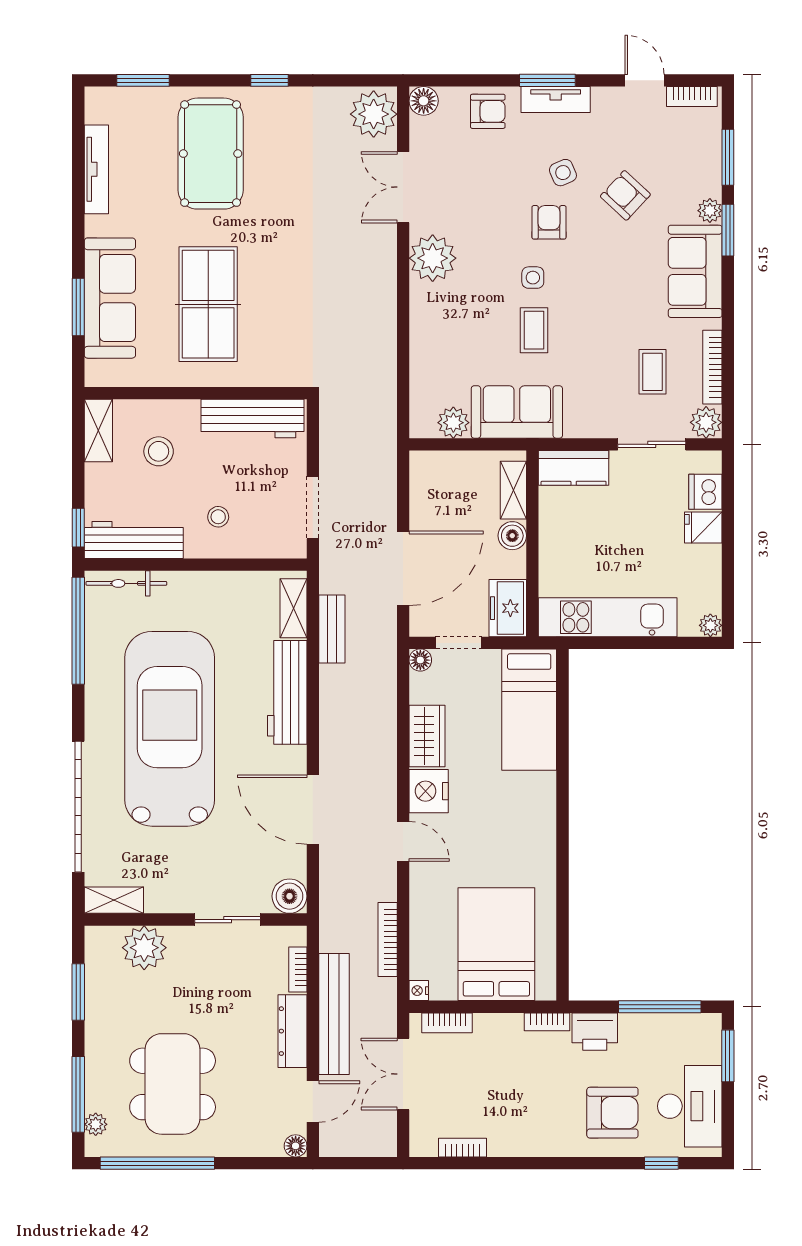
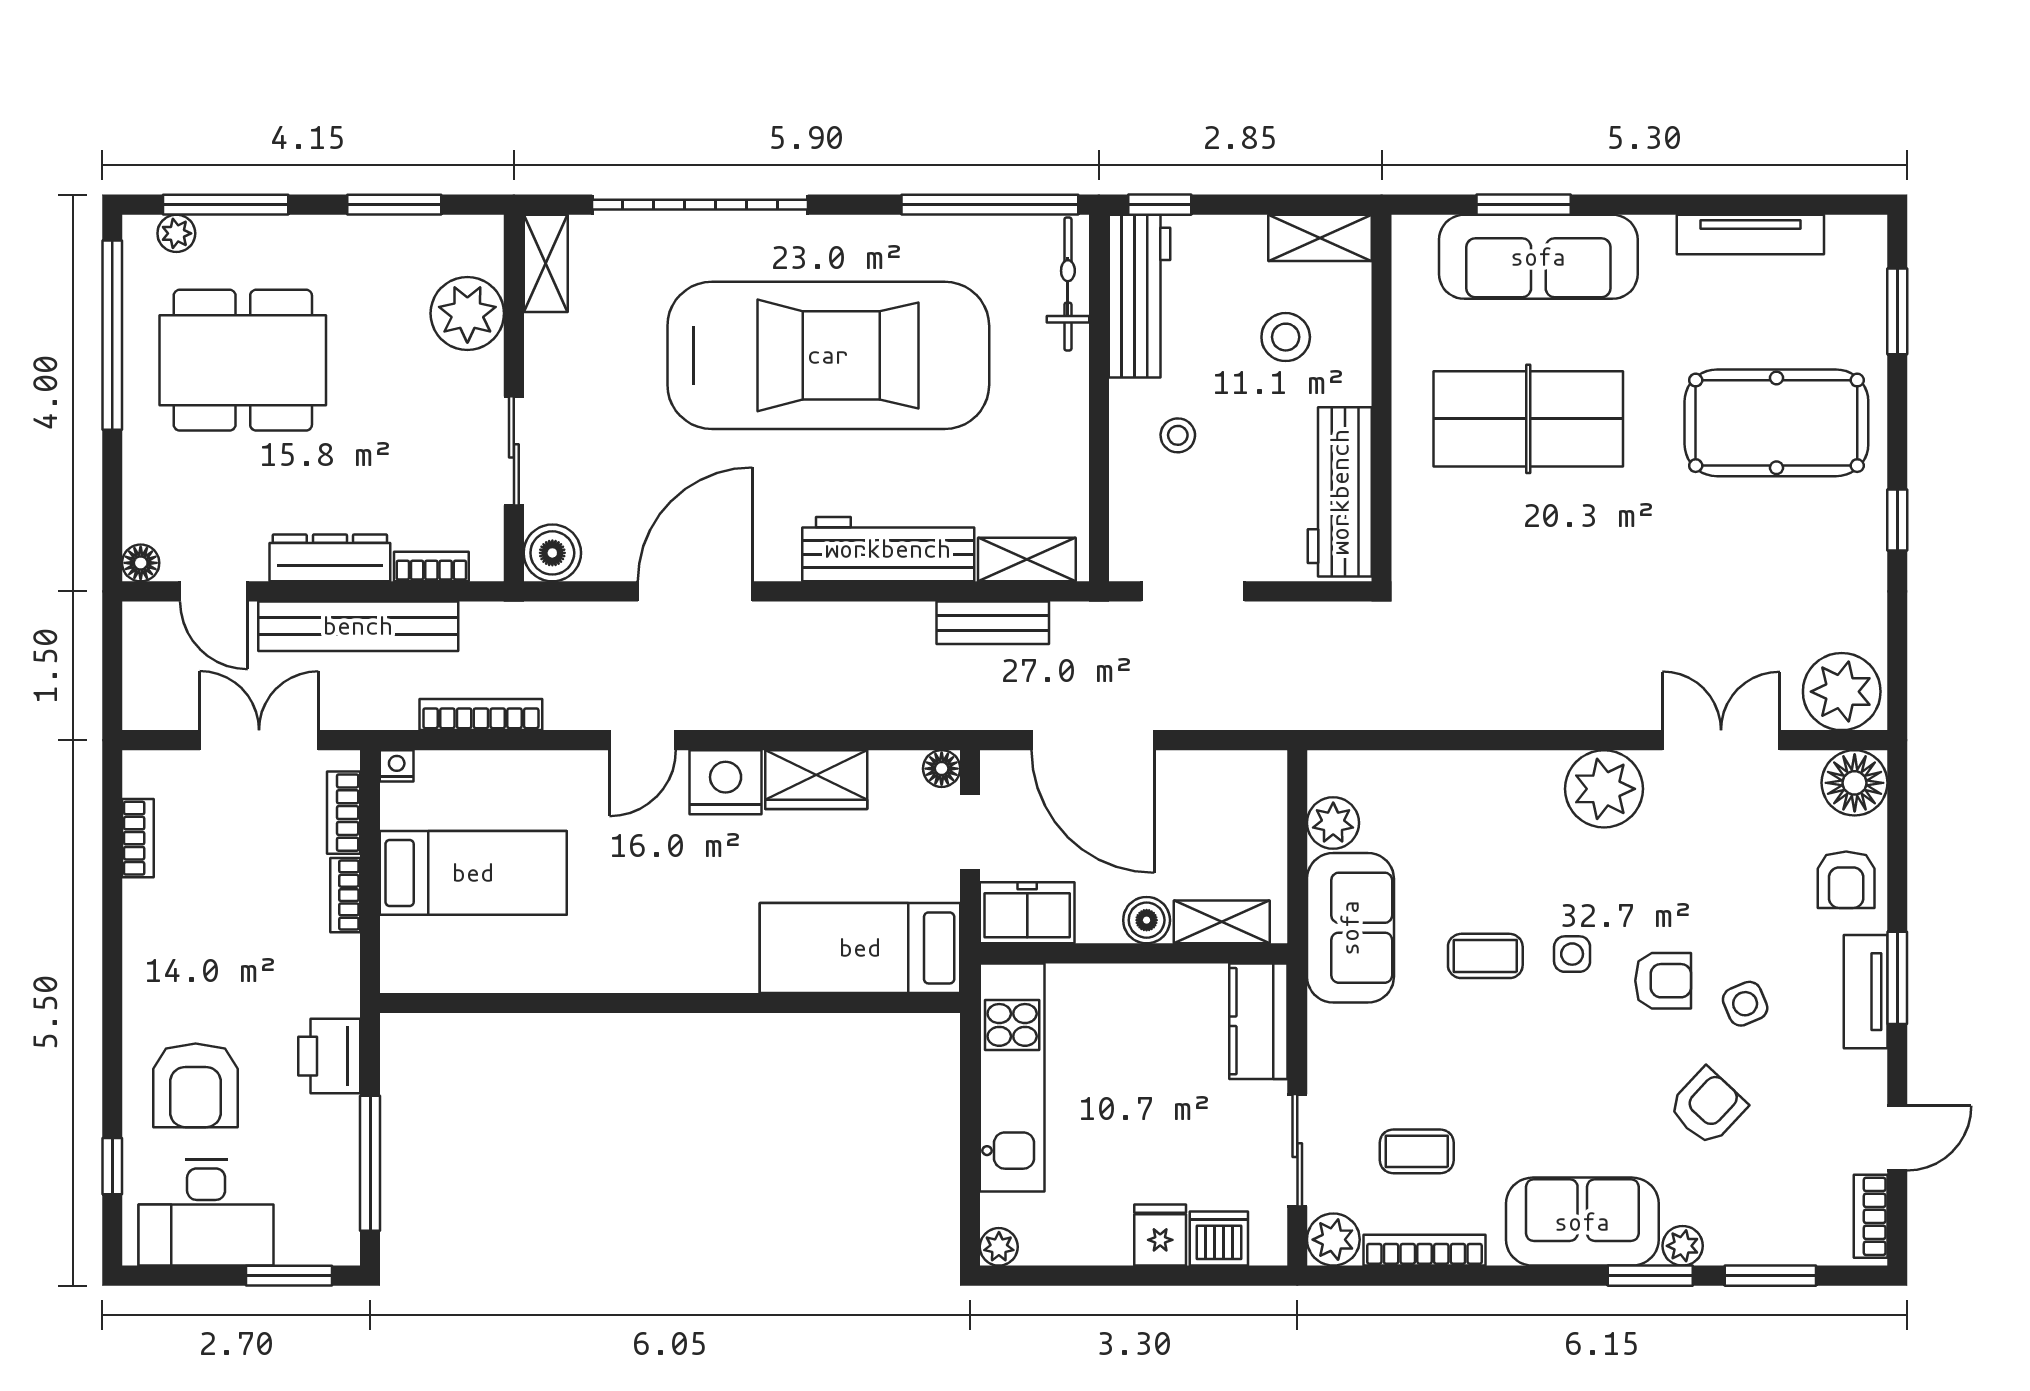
floor lamp: (424, 101) -> (1855, 783), width x1.38, depth x1.38
bed: (496, 944) -> (473, 873), width x0.67
bookcase: (547, 1022) -> (345, 895), moved

